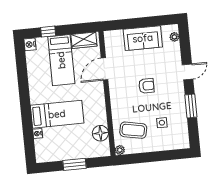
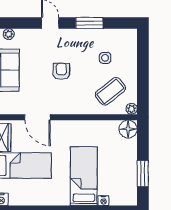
coffee table: (133, 130) -> (110, 91), turned 41
floor lamp: (100, 133) -> (128, 129), moved
window: (74, 164) -> (143, 174), moved

